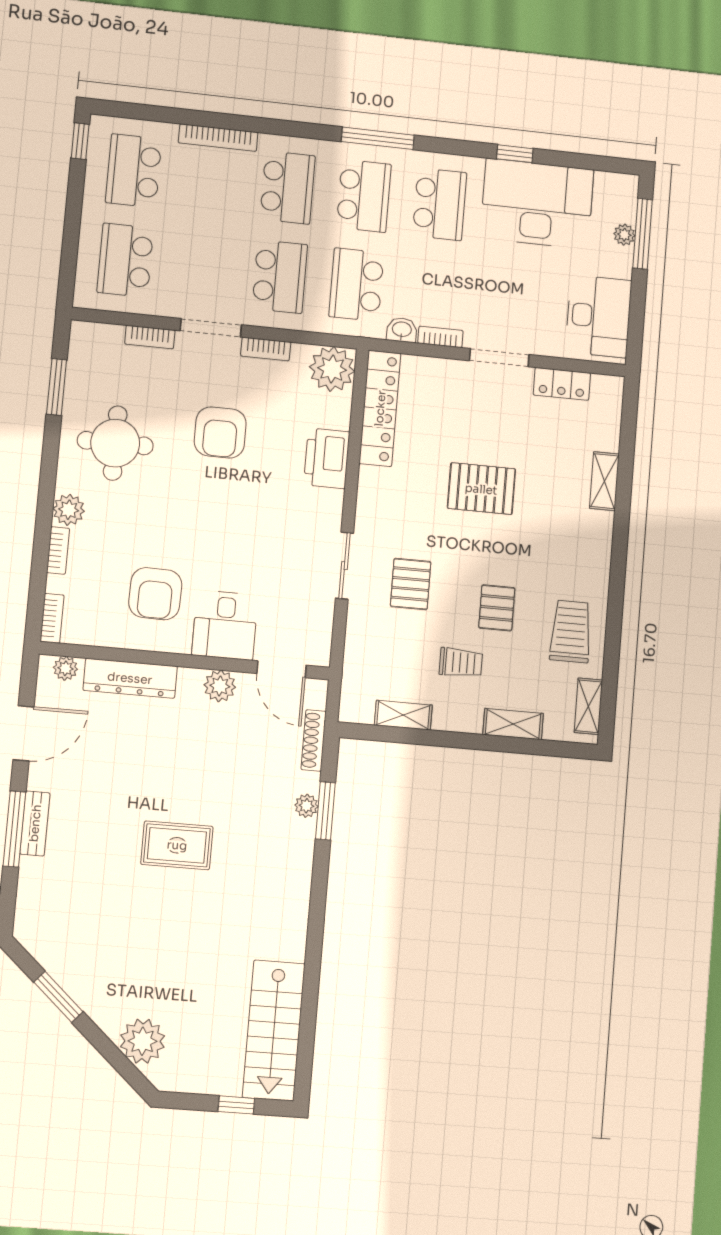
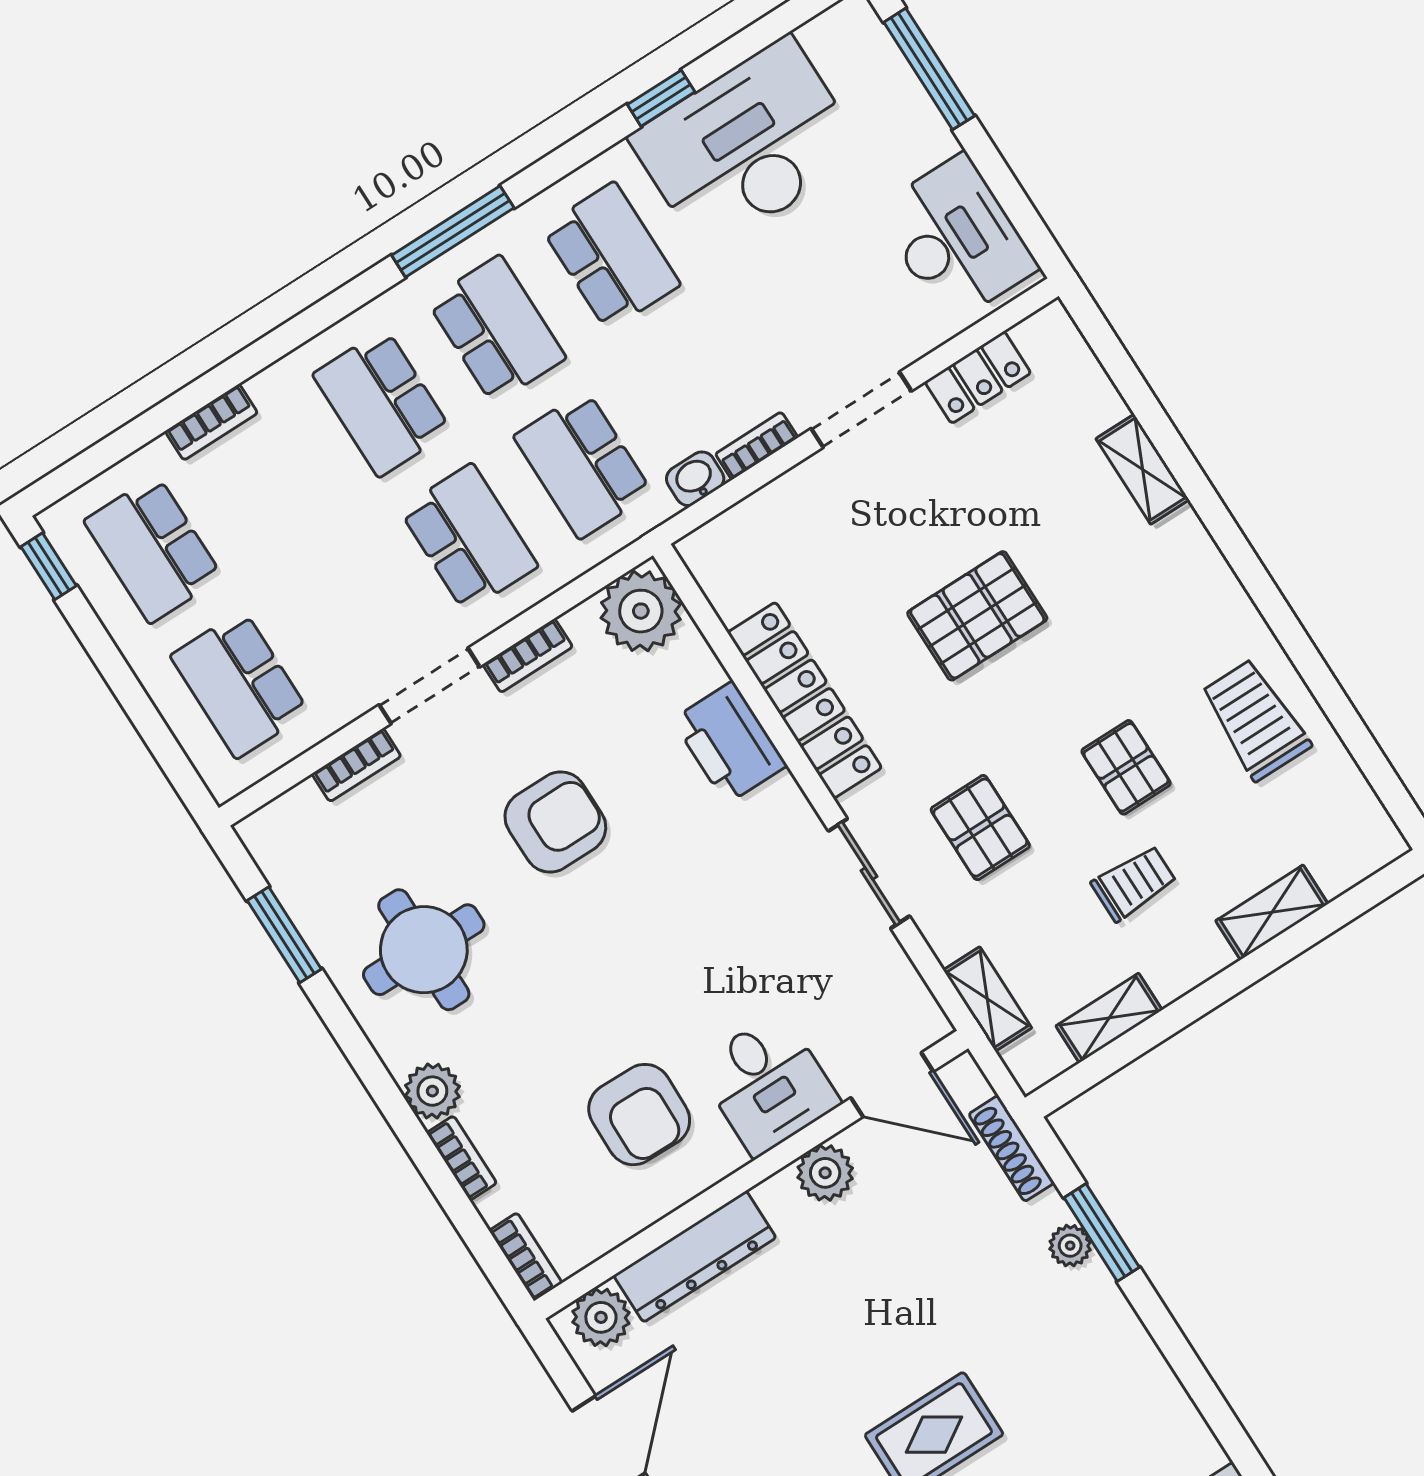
bookcase: (218, 138) -> (211, 422), width x0.64
school desk: (288, 187) -> (382, 403), turned 180
plant: (624, 235) -> (904, 91), removed
locker: (380, 408) -> (805, 700), moved
armchair: (220, 432) -> (555, 822), turned -90
plant: (65, 668) -> (601, 1317), width x1.38, depth x1.38
shelving: (588, 706) -> (987, 999), moved

